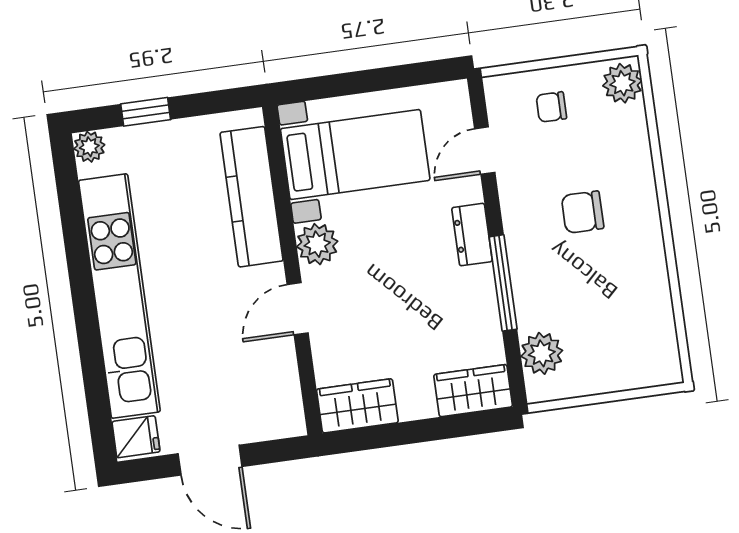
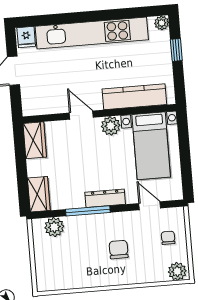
dresser: (472, 235) -> (105, 198), width x1.44

